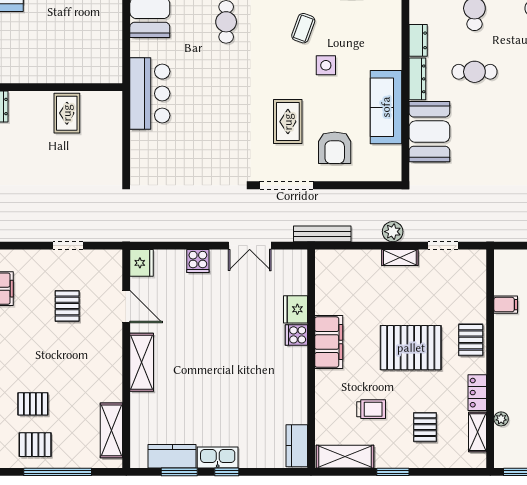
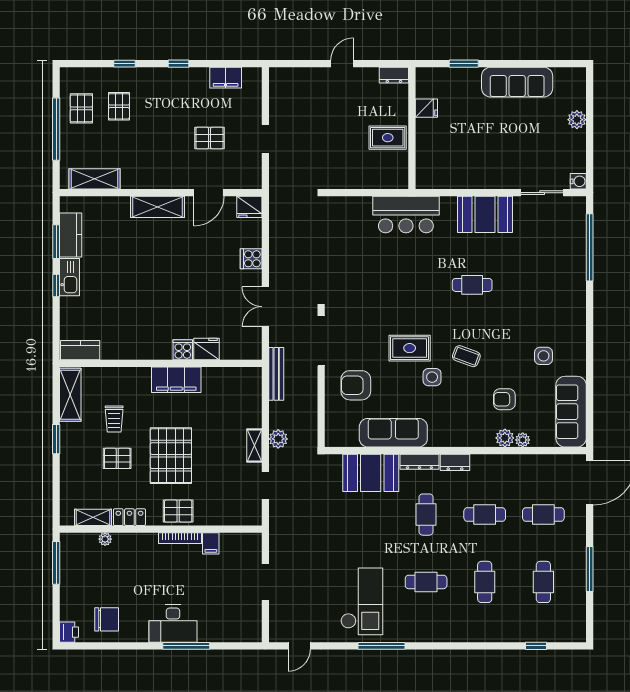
fridge: (35, 71) -> (426, 108), added
rug: (288, 122) -> (410, 348), moved
bookcase: (500, 338) -> (180, 538), added
pallet: (425, 427) -> (117, 458), moved

